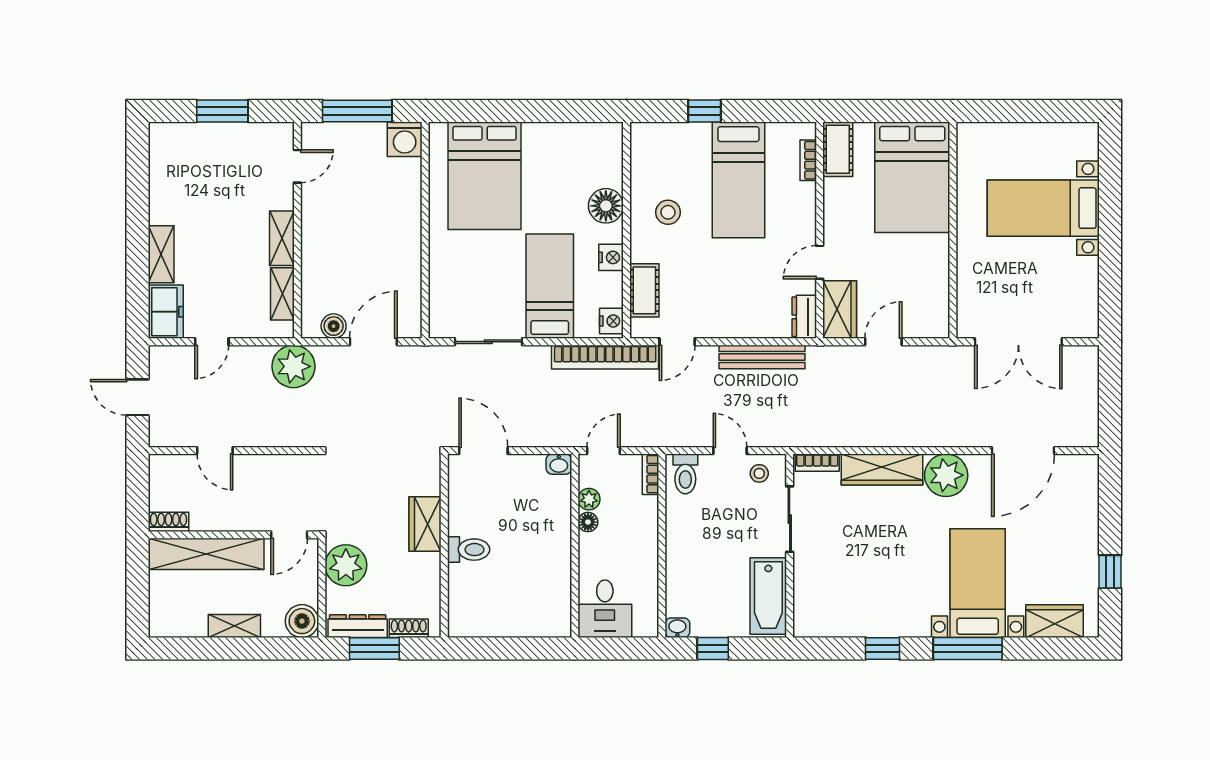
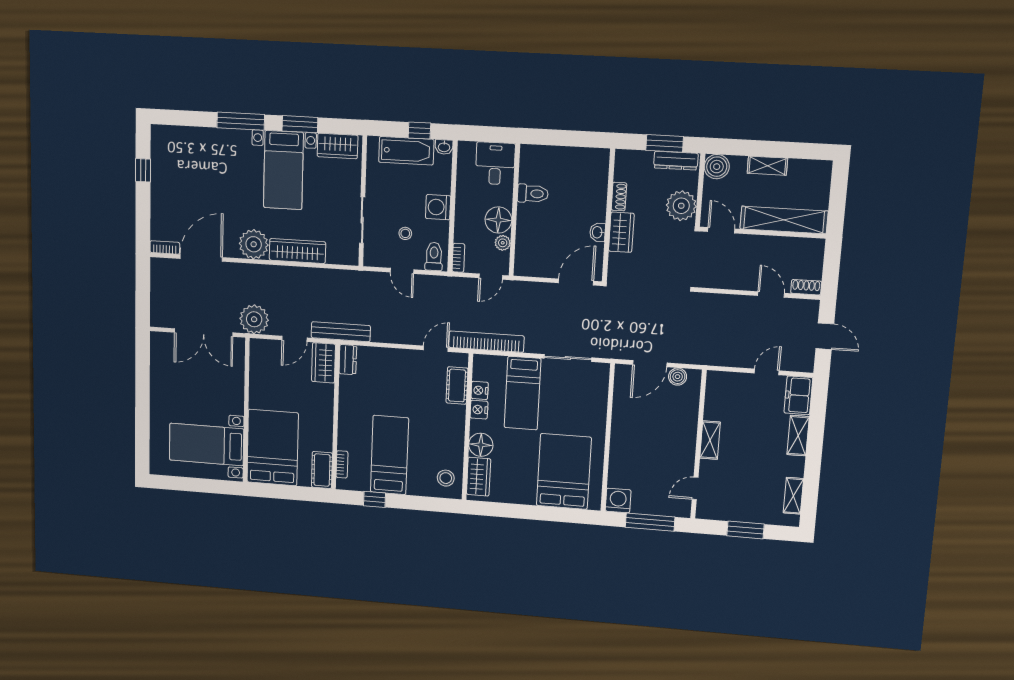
window: (705, 111) -> (374, 499), moved
wardrobe: (607, 158) -> (479, 477), added
bed with nightstands: (1043, 208) -> (207, 444), moved, turned 180
stool: (668, 212) -> (446, 478), moved
door: (820, 262) -> (336, 396), removed
shelving: (282, 294) -> (793, 496), moved
nightstand: (611, 321) -> (480, 390), moved
double door: (1018, 342) -> (204, 333), swing flipped
bench: (762, 357) -> (341, 332), moved
plant: (294, 366) -> (254, 319), moved
door: (483, 451) -> (576, 282), swing flipped
bookcase: (817, 463) -> (165, 247), moved
washbasin: (559, 464) -> (598, 232), moved, turned -90
stool: (759, 473) -> (405, 233), moved
shoe rack: (168, 522) -> (806, 287), moved, turned 180
floor lamp: (588, 522) -> (498, 220), width x1.89, depth x1.89
door: (289, 535) -> (721, 230), hinge flipped
washing machine: (682, 544) -> (438, 207), added
toilet: (469, 550) -> (533, 194), moved, turned 180
bed with nightstands: (978, 583) -> (283, 170), moved
bathtub: (768, 596) -> (406, 151), moved, turned 90
wardrobe: (1054, 621) -> (338, 146), moved
shoe rack: (409, 628) -> (619, 197), moved, turned -90
window: (883, 649) -> (300, 124), width x1.50

